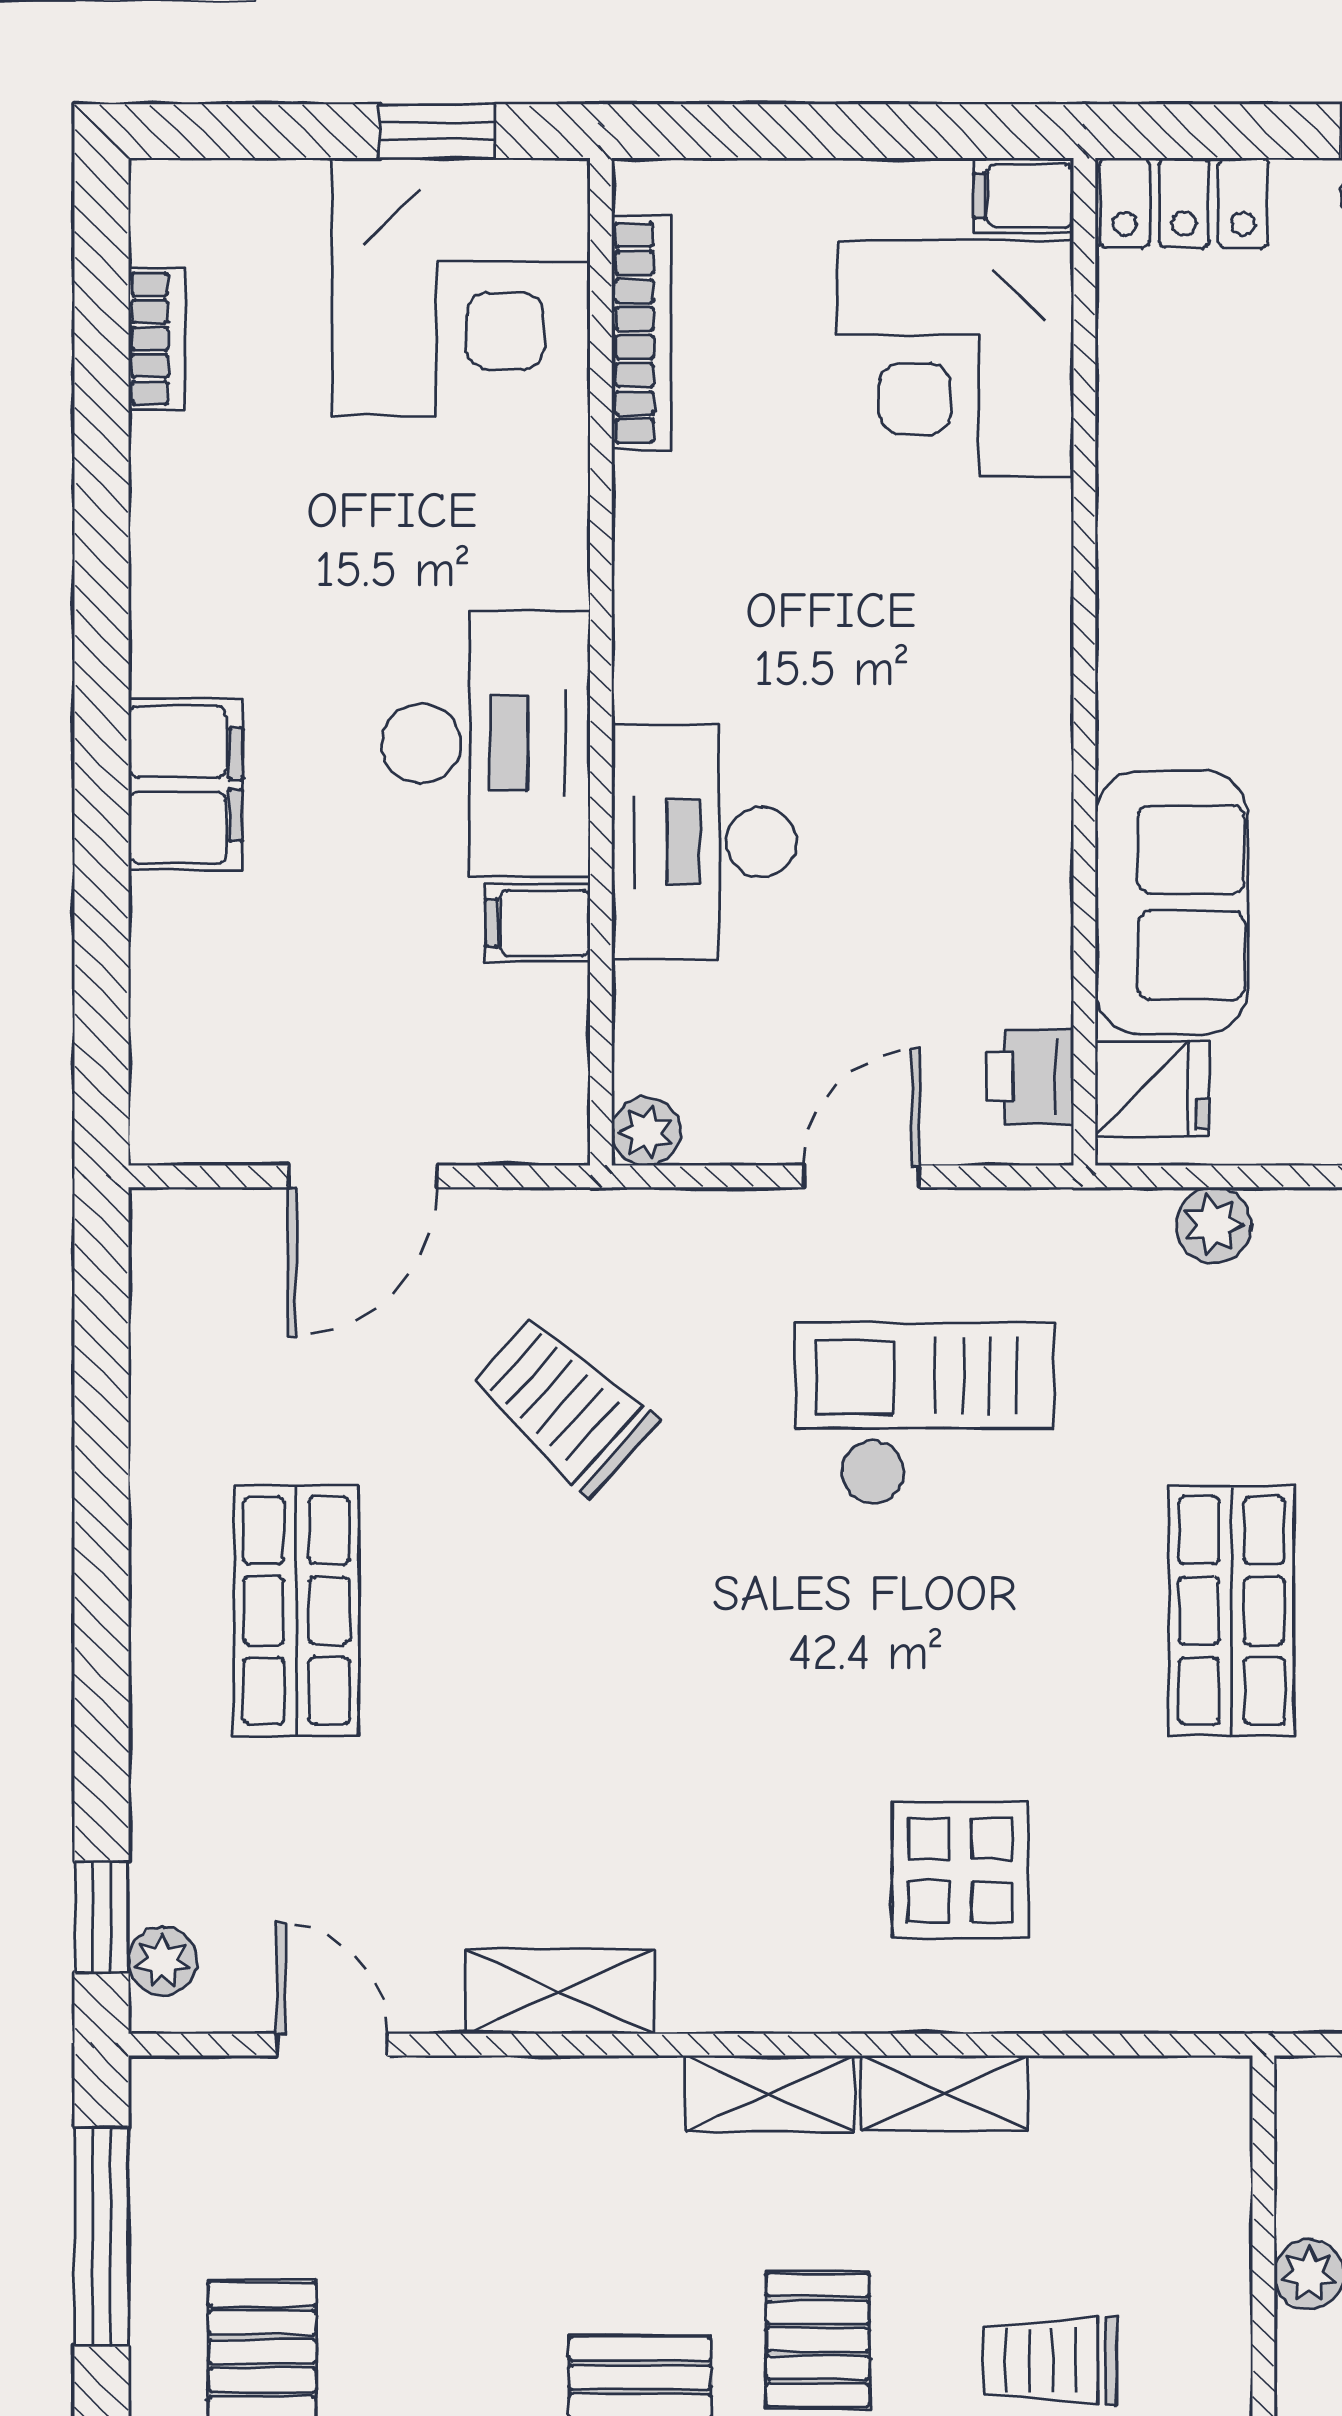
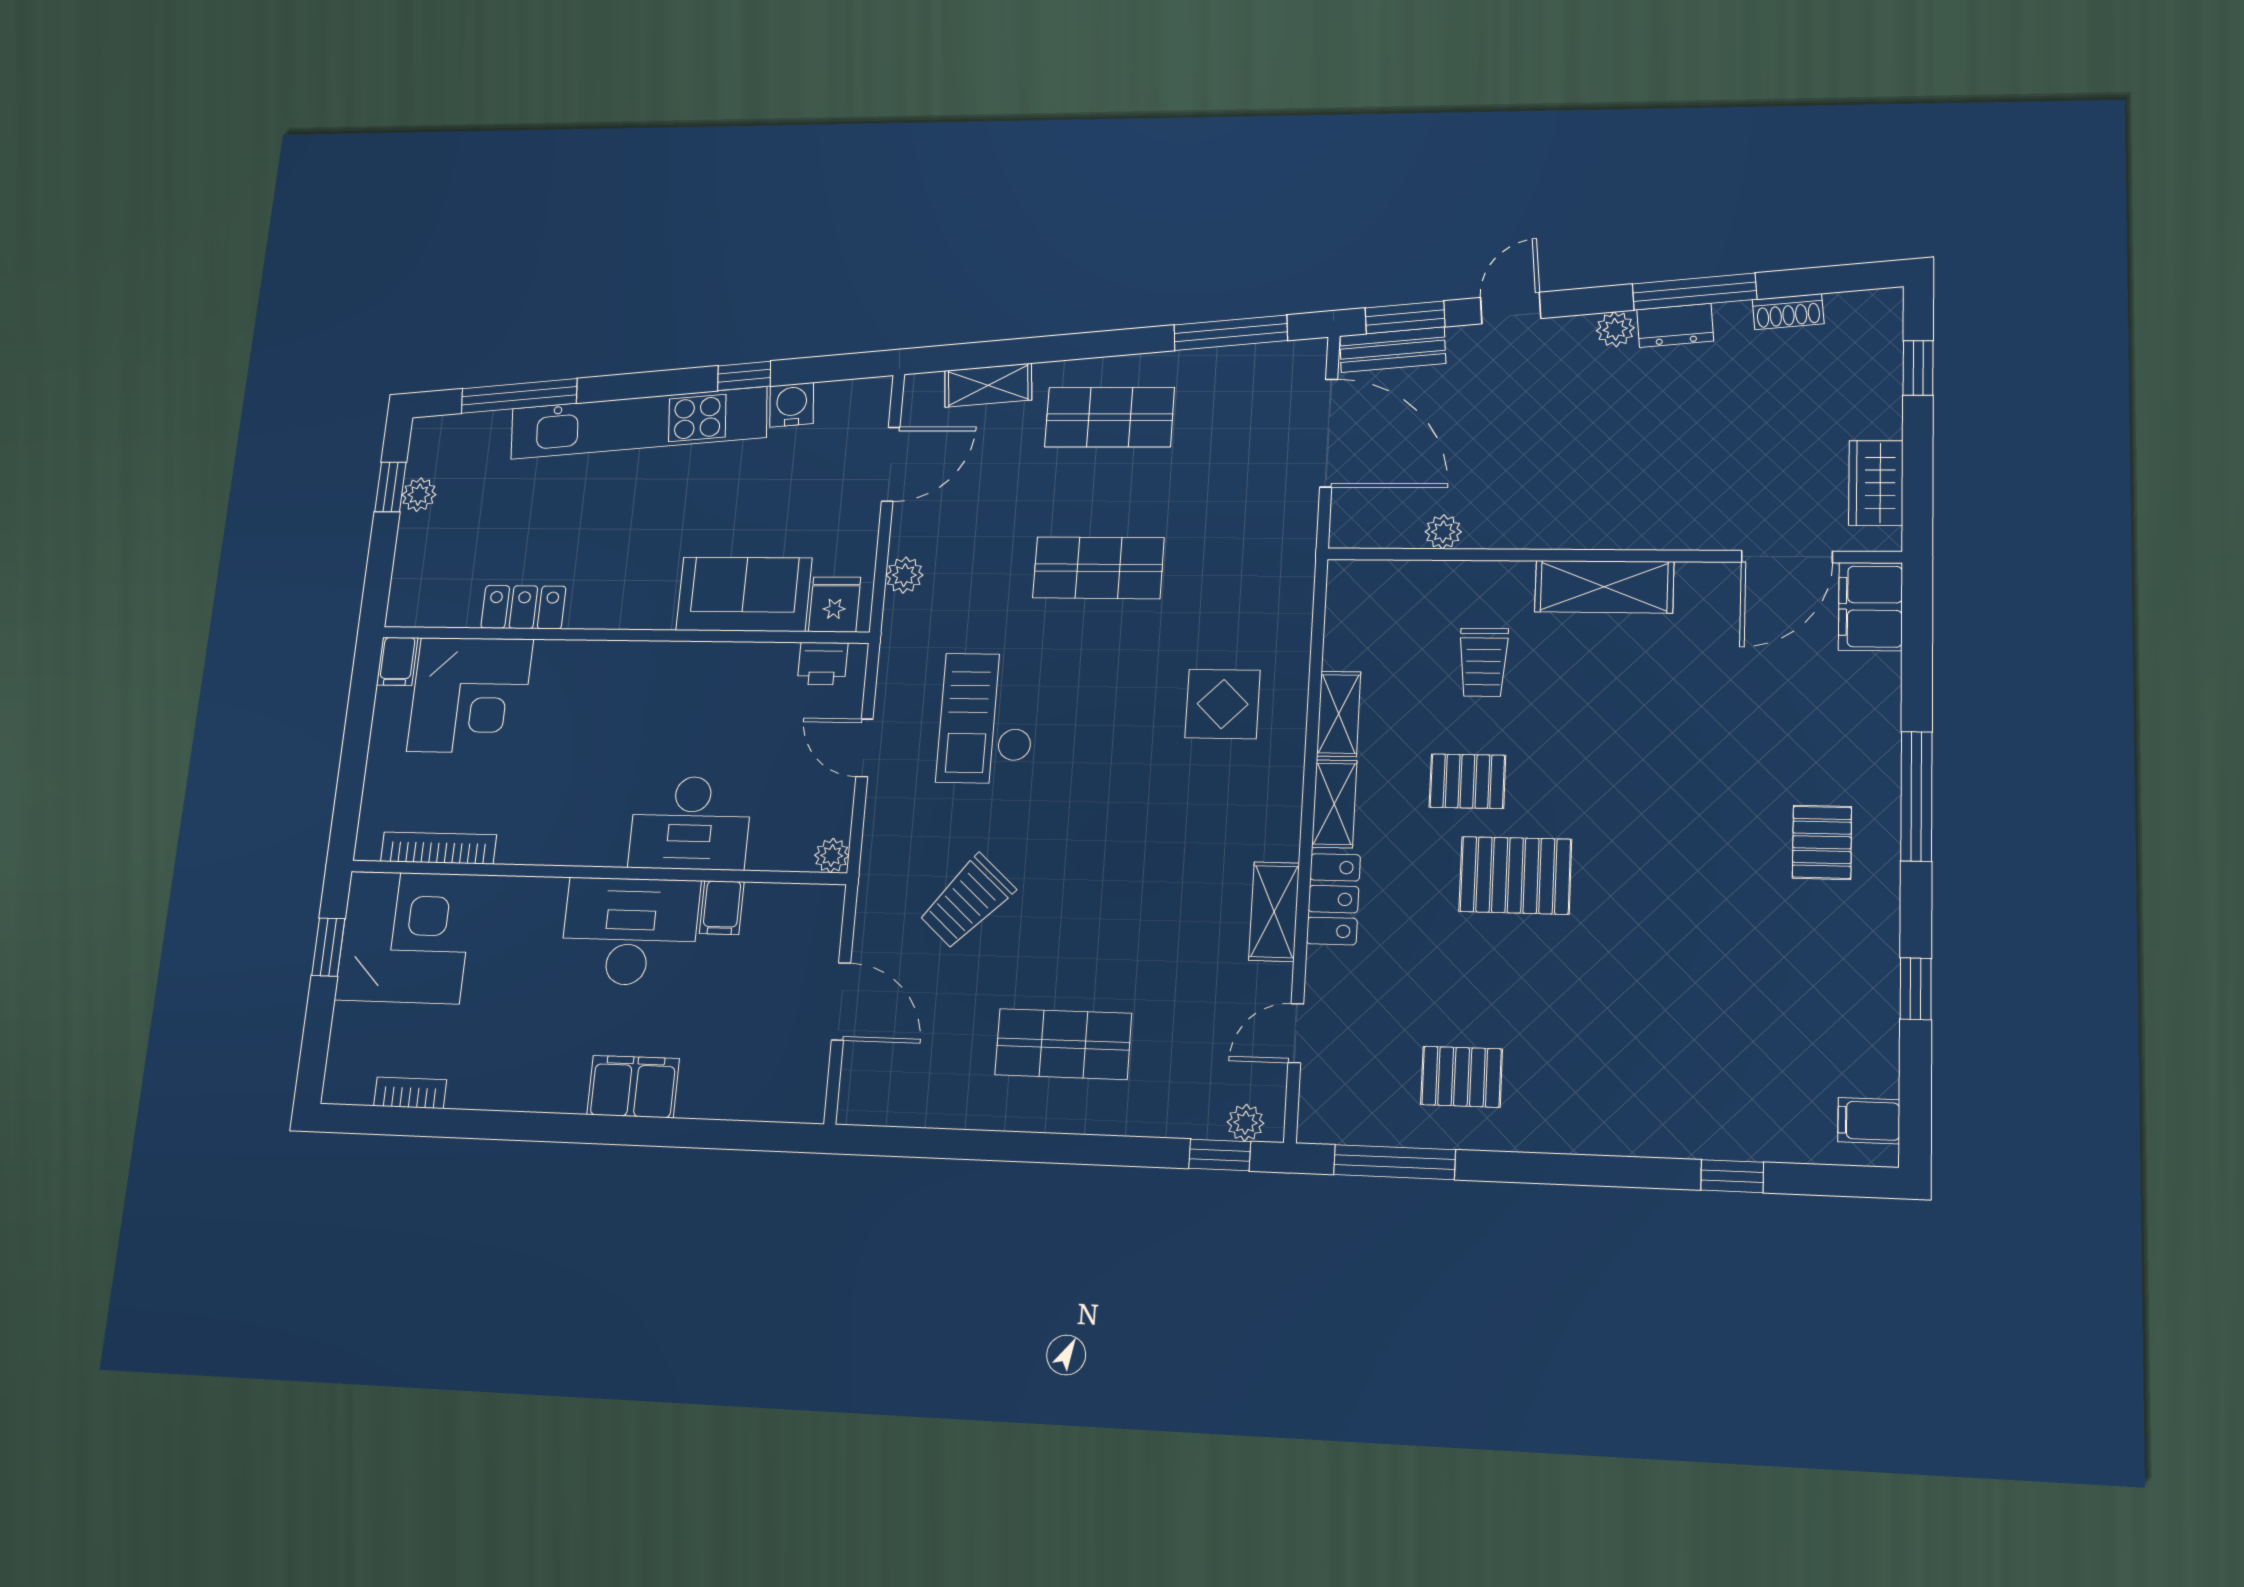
locker: (1184, 203) -> (523, 607), moved, turned -90
locker: (586, 2101) -> (1334, 899), added

